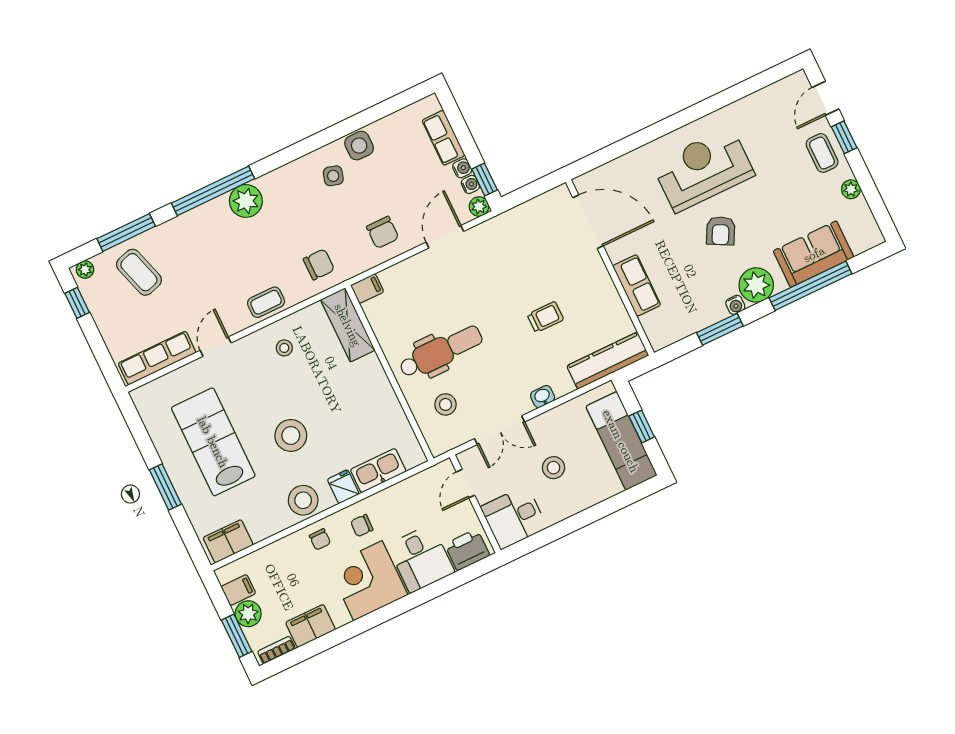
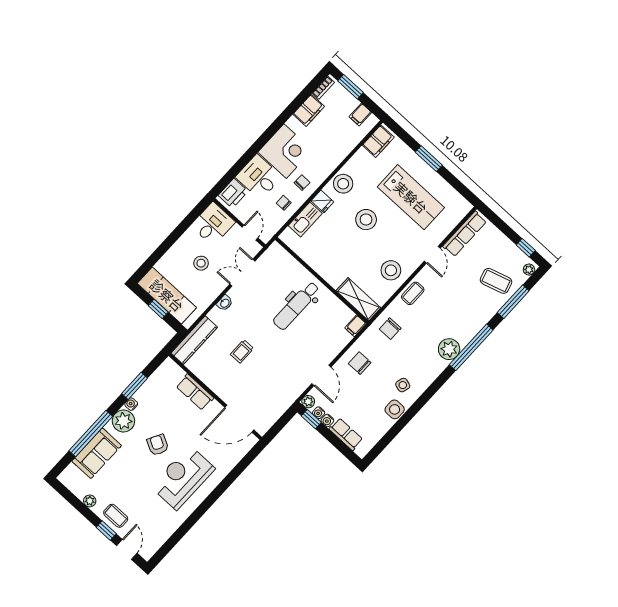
reception desk: (703, 169) -> (183, 478), turned 180
stool: (284, 348) -> (391, 270), width x1.89, depth x1.89
stool: (446, 404) -> (281, 275), removed
chair: (320, 539) -> (284, 203), moved
plant: (248, 614) -> (349, 103), removed

